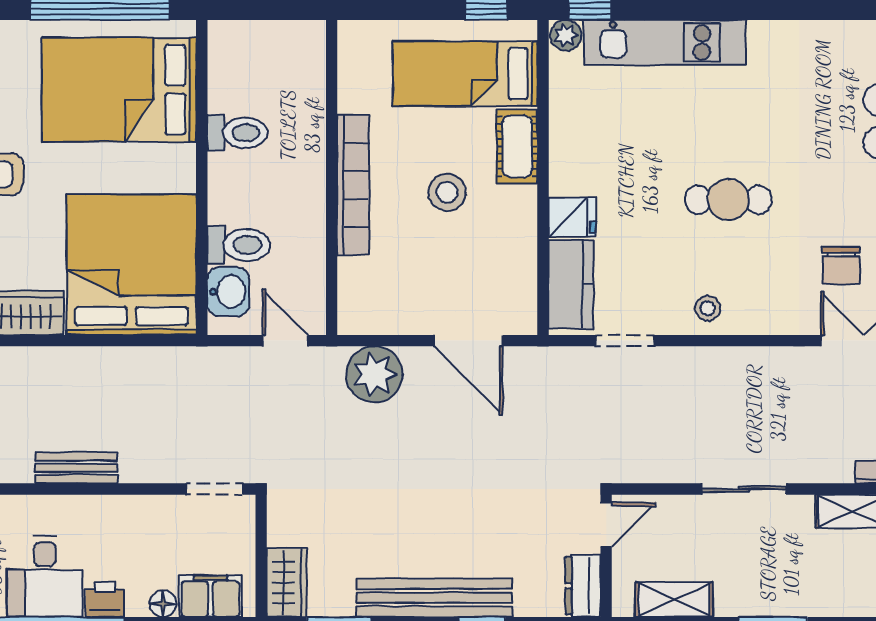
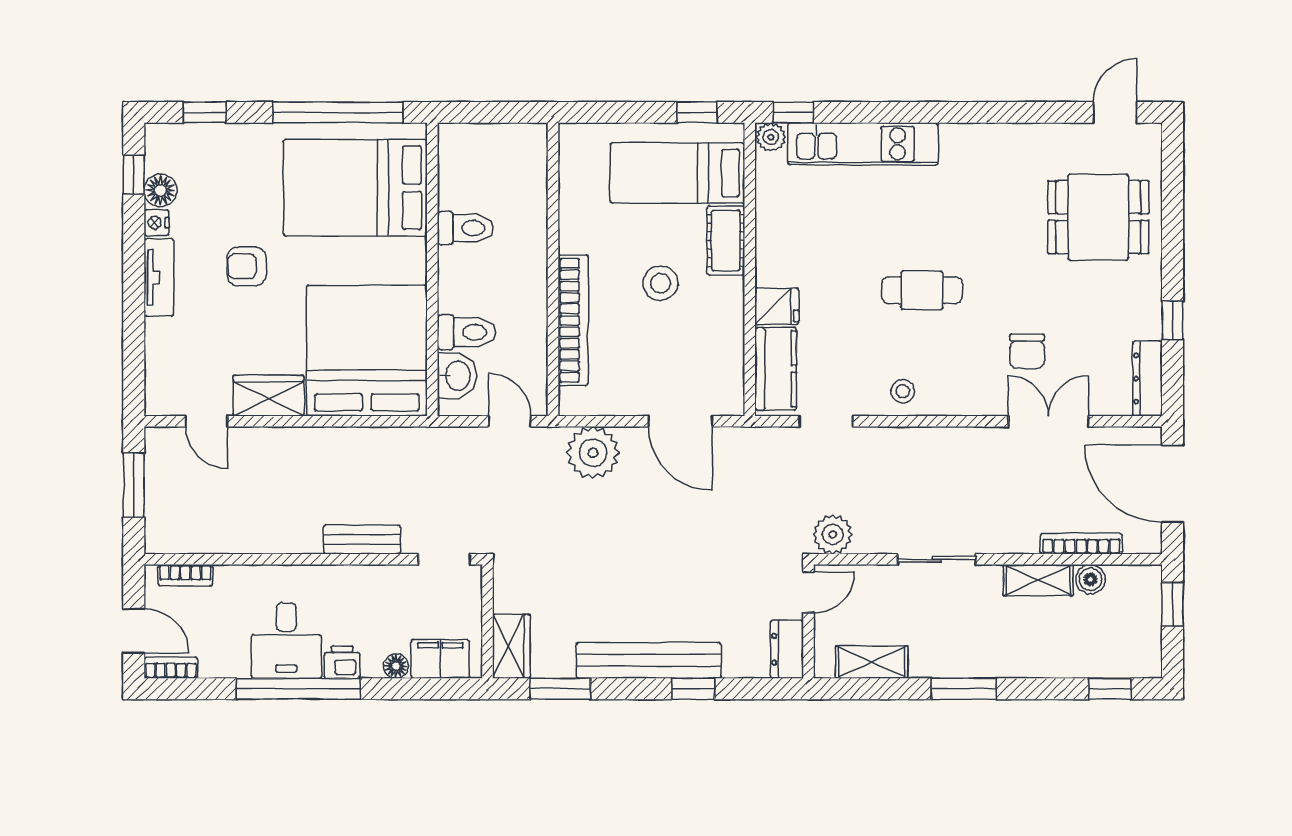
bookcase: (353, 185) -> (573, 320), moved
plant: (632, 462) -> (833, 535), added
bench: (76, 468) -> (362, 540), moved

